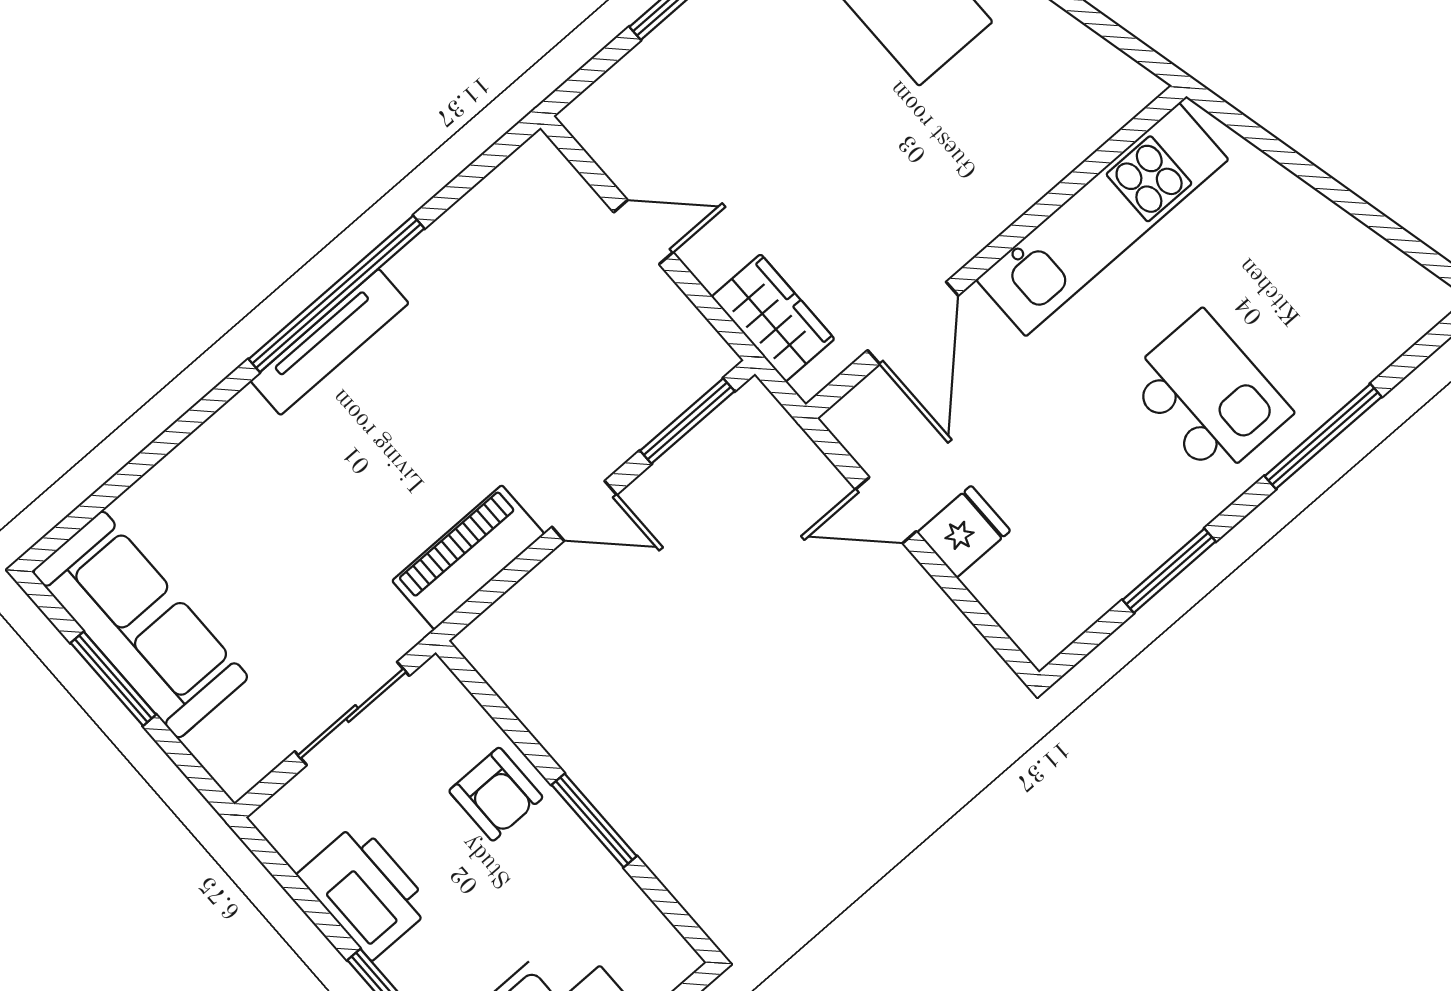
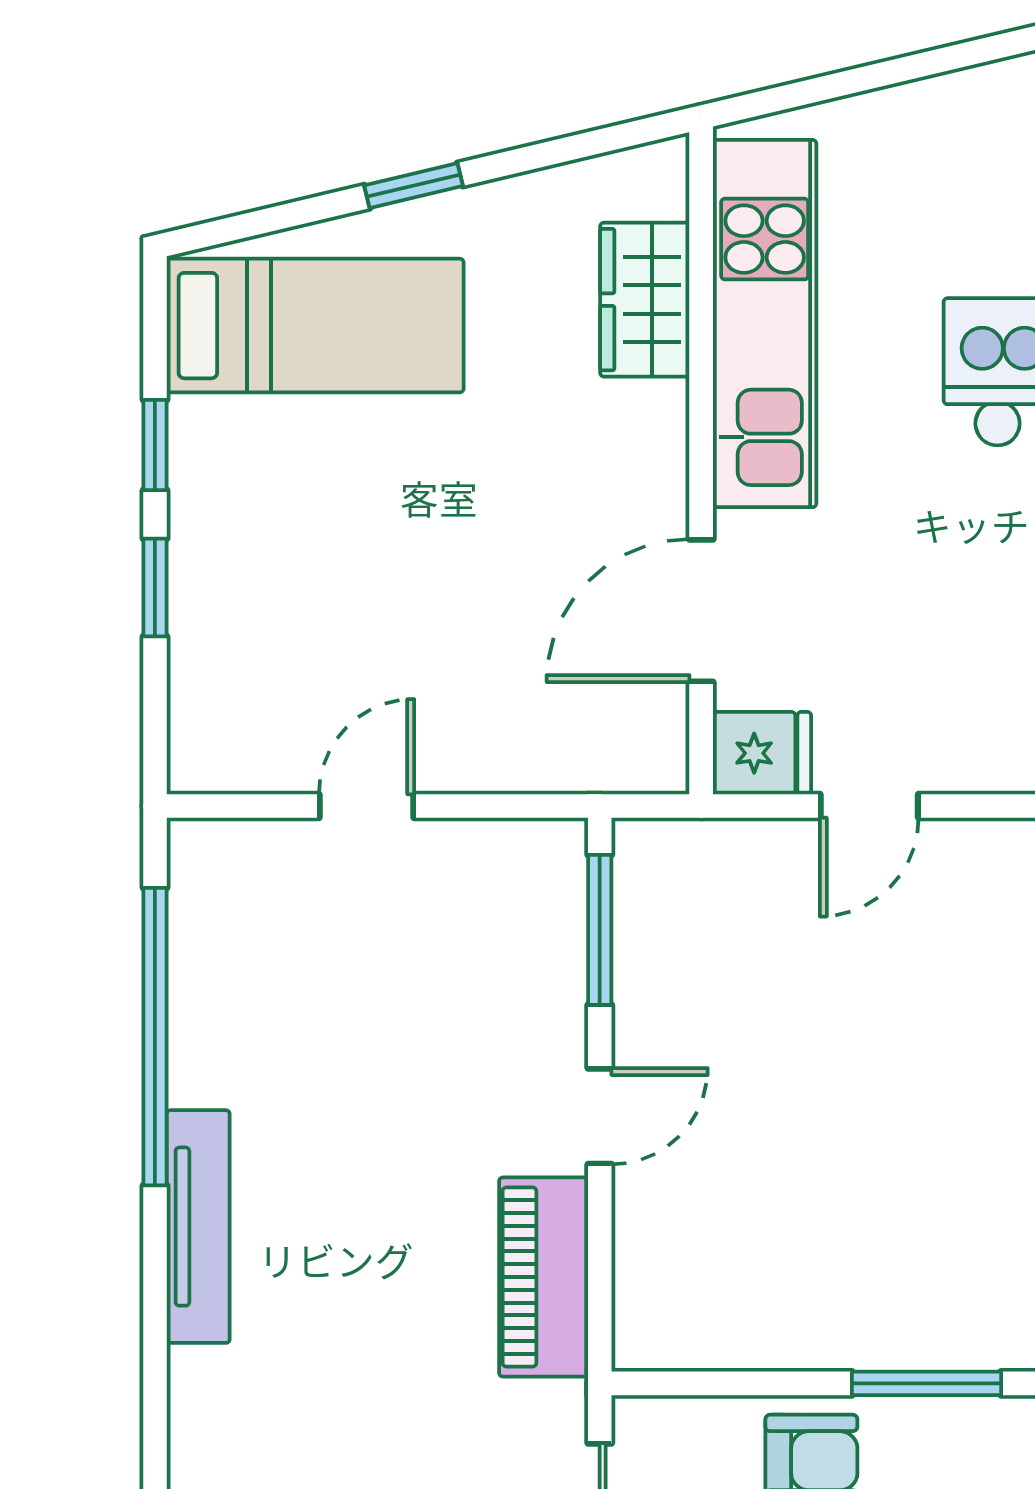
window: (336, 294) -> (155, 1037), moved
wardrobe: (773, 318) -> (645, 300), moved, turned -90
door: (913, 323) -> (701, 611), swing flipped
fridge: (964, 532) -> (762, 753), moved, turned 90

